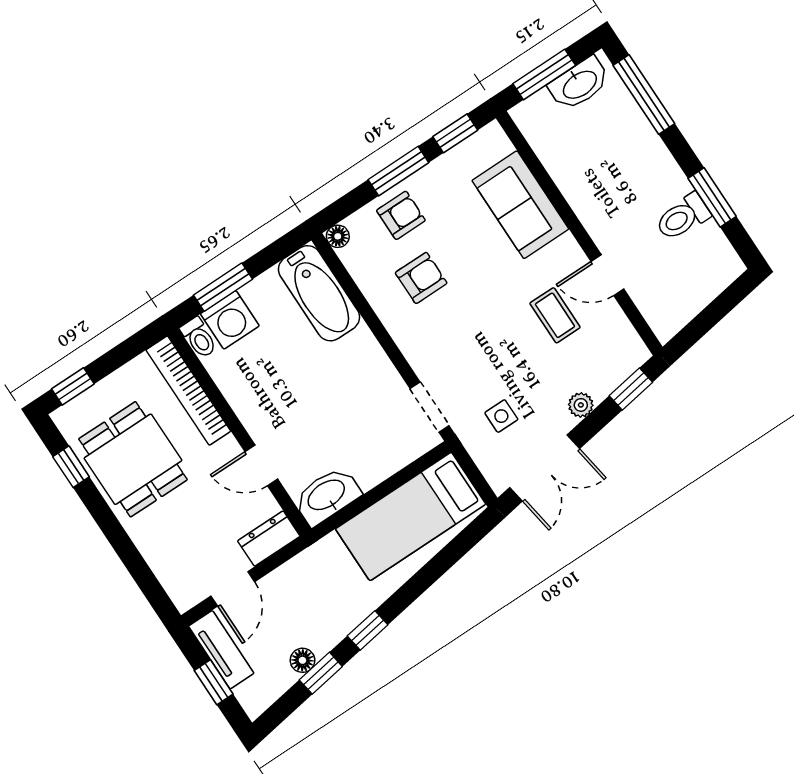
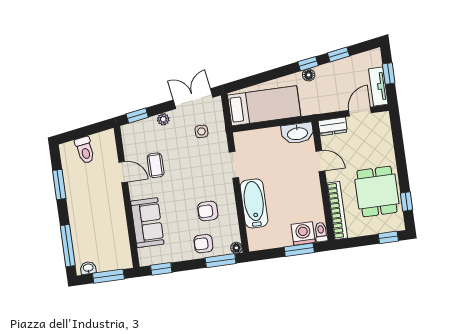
washbasin: (579, 84) -> (88, 268), width x0.52, depth x0.69
window: (398, 171) -> (221, 261), moved
toilet: (683, 217) -> (85, 150), moved, turned 81
bathtub: (319, 293) -> (254, 203), moved
doorway: (429, 407) -> (234, 165), moved
floor lamp: (302, 660) -> (309, 75), moved

